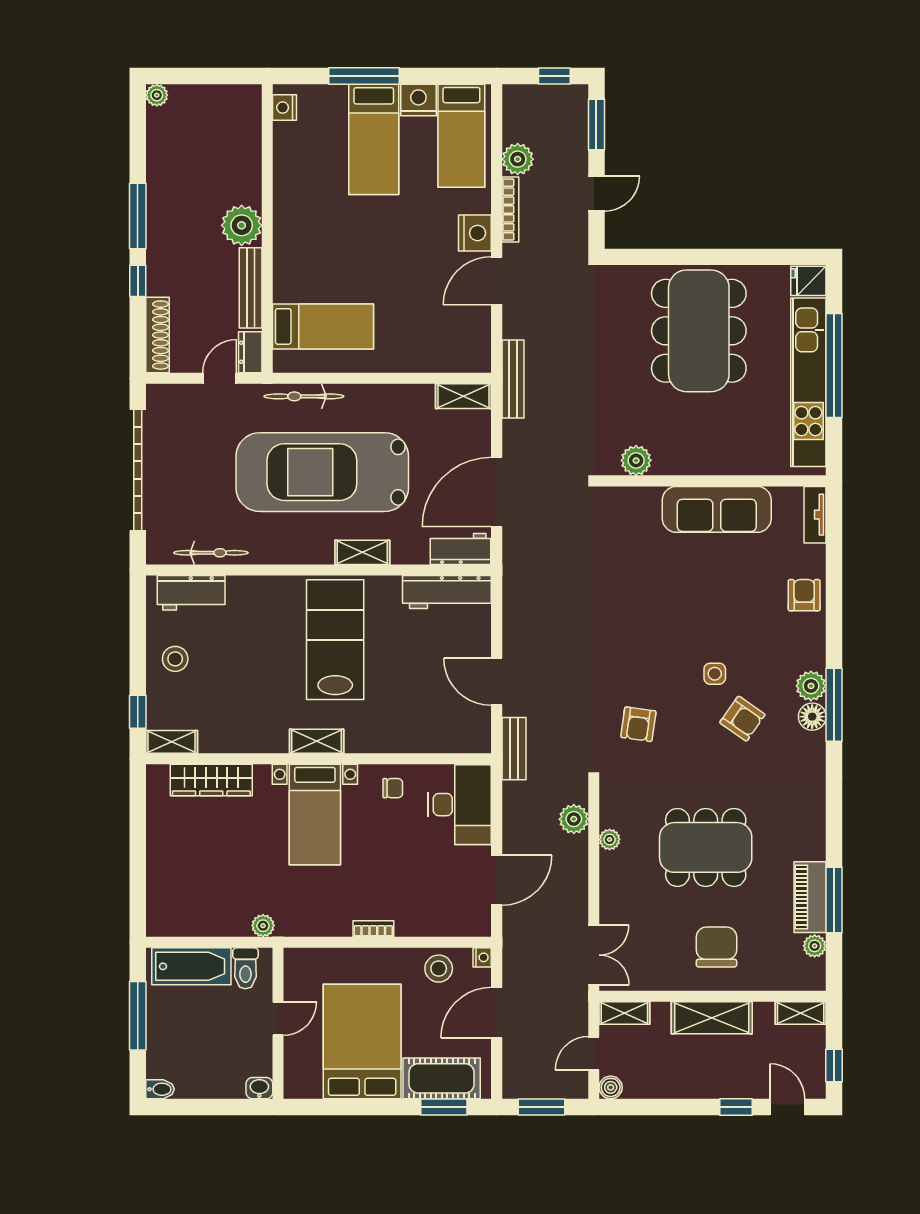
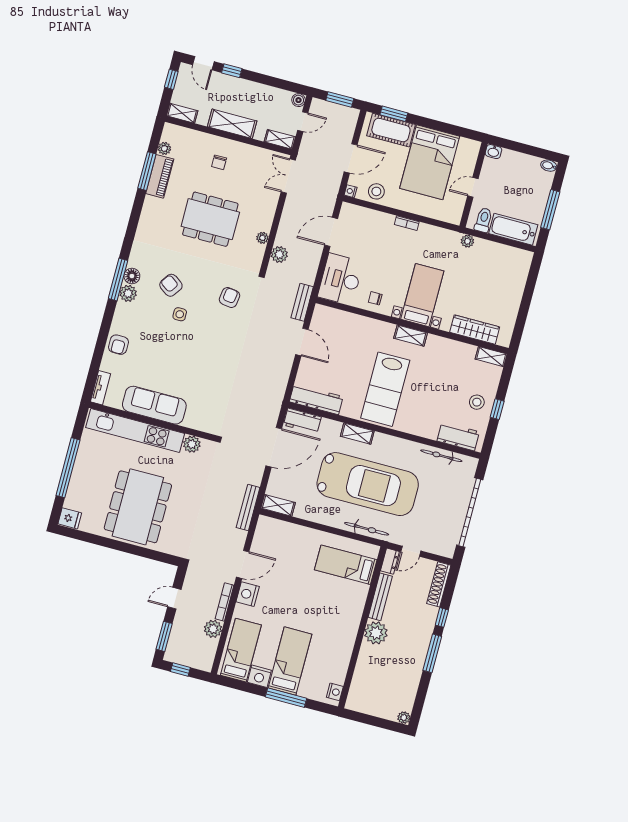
kitchen unit: (808, 382) -> (135, 431), moved, turned 90
window: (138, 712) -> (497, 409), moved
chair: (716, 947) -> (219, 162), width x0.54, depth x0.54

